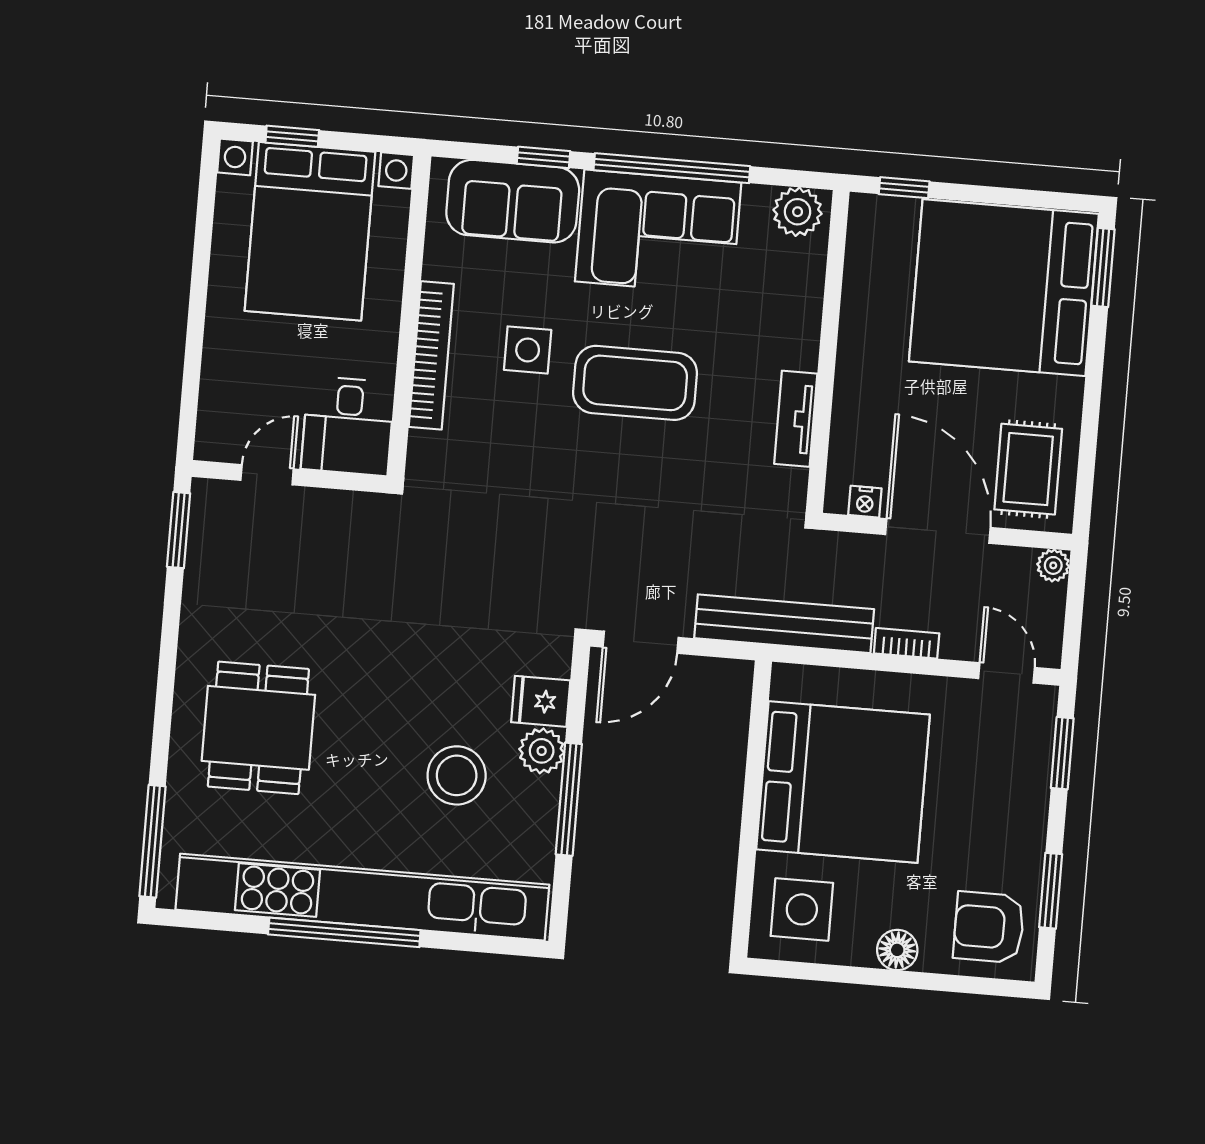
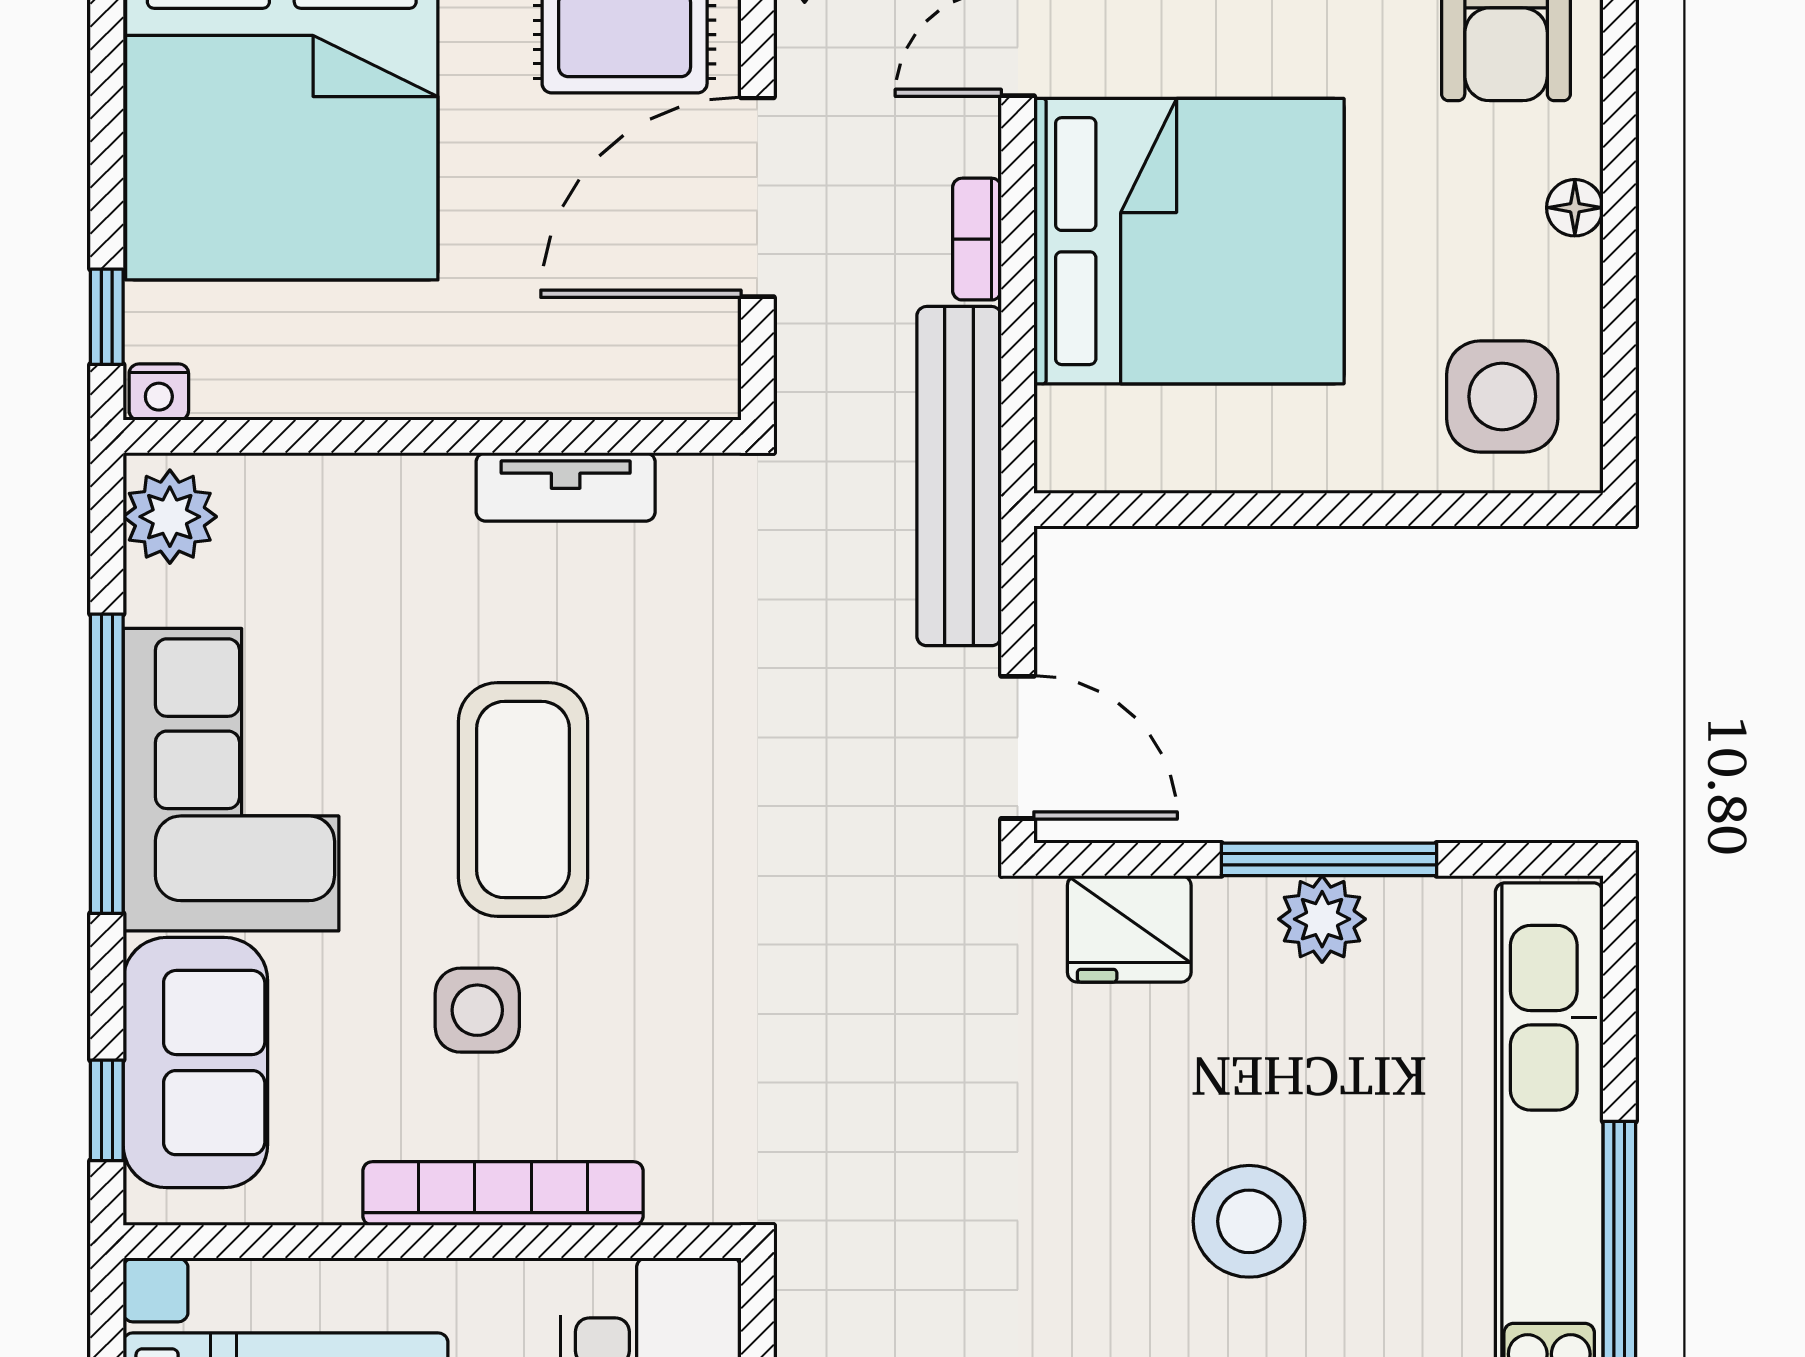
window: (544, 157) -> (107, 1110), moved
nightstand: (865, 502) -> (159, 392), moved, turned 90
fridge: (541, 701) -> (1129, 929), width x1.38
plant: (542, 751) -> (1322, 919), moved
stool: (457, 775) -> (1249, 1221), moved
bed: (843, 782) -> (1189, 241), moved, turned 90
floor lamp: (897, 950) -> (1575, 208), width x0.73, depth x0.73

